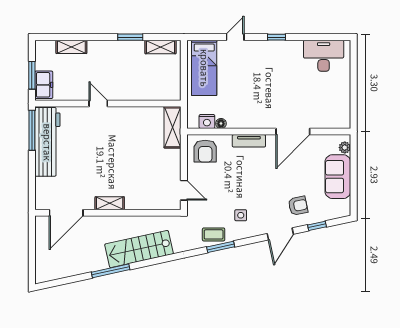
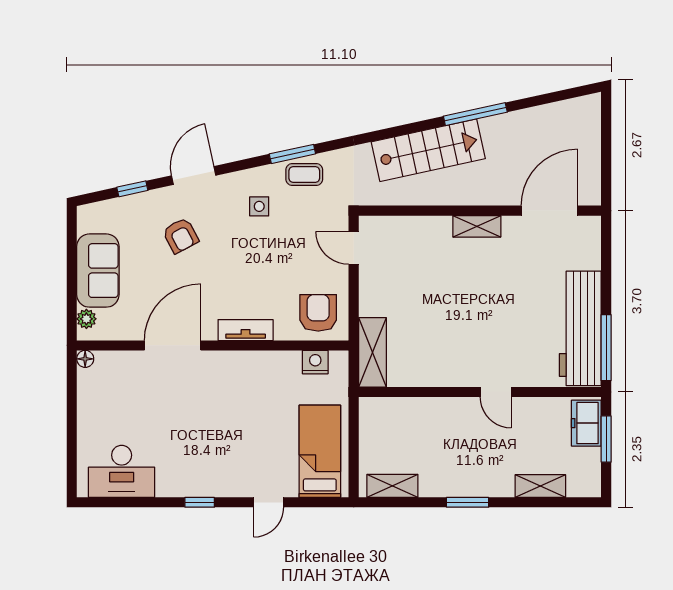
window: (130, 37) -> (468, 502), moved
floor lamp: (221, 123) -> (85, 359), moved
armchair: (298, 206) -> (181, 235), moved, turned -106

